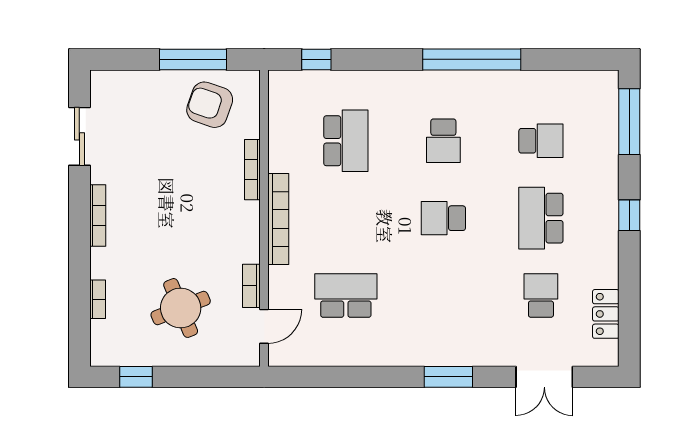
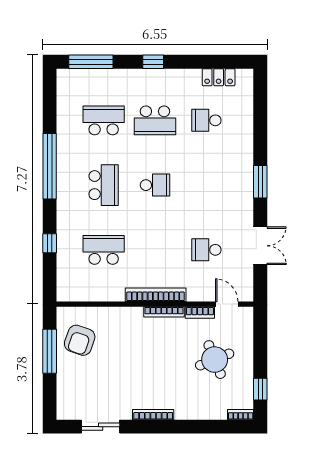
window: (316, 59) -> (50, 243), moved
school desk: (443, 141) -> (104, 185), width x1.85
school desk: (541, 141) -> (104, 120), width x1.85
bookcase: (252, 170) -> (164, 312), moved
school desk: (443, 218) -> (155, 185), turned -90
school desk: (346, 296) -> (206, 250), width x0.54
bookcase: (98, 299) -> (241, 415), moved
double door: (544, 377) -> (260, 246), moved

